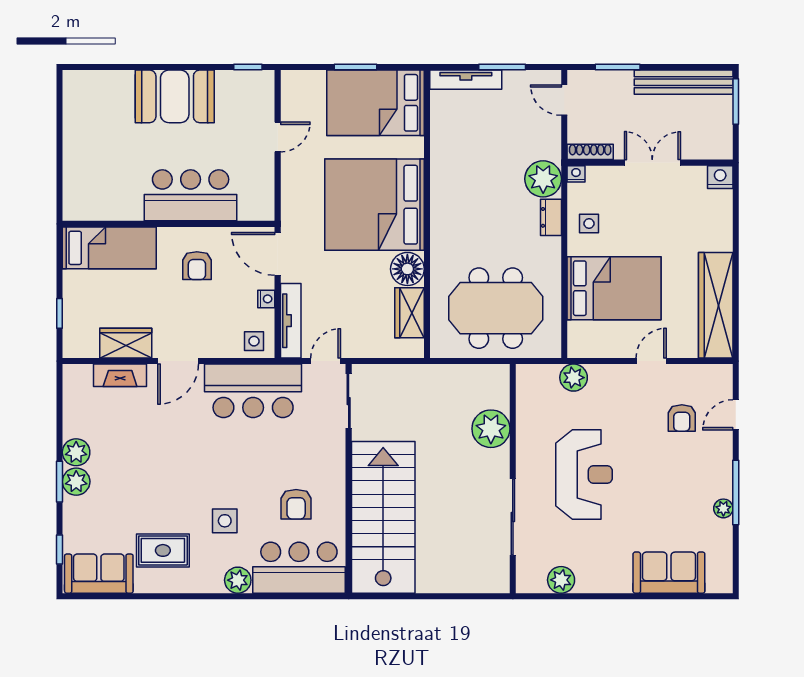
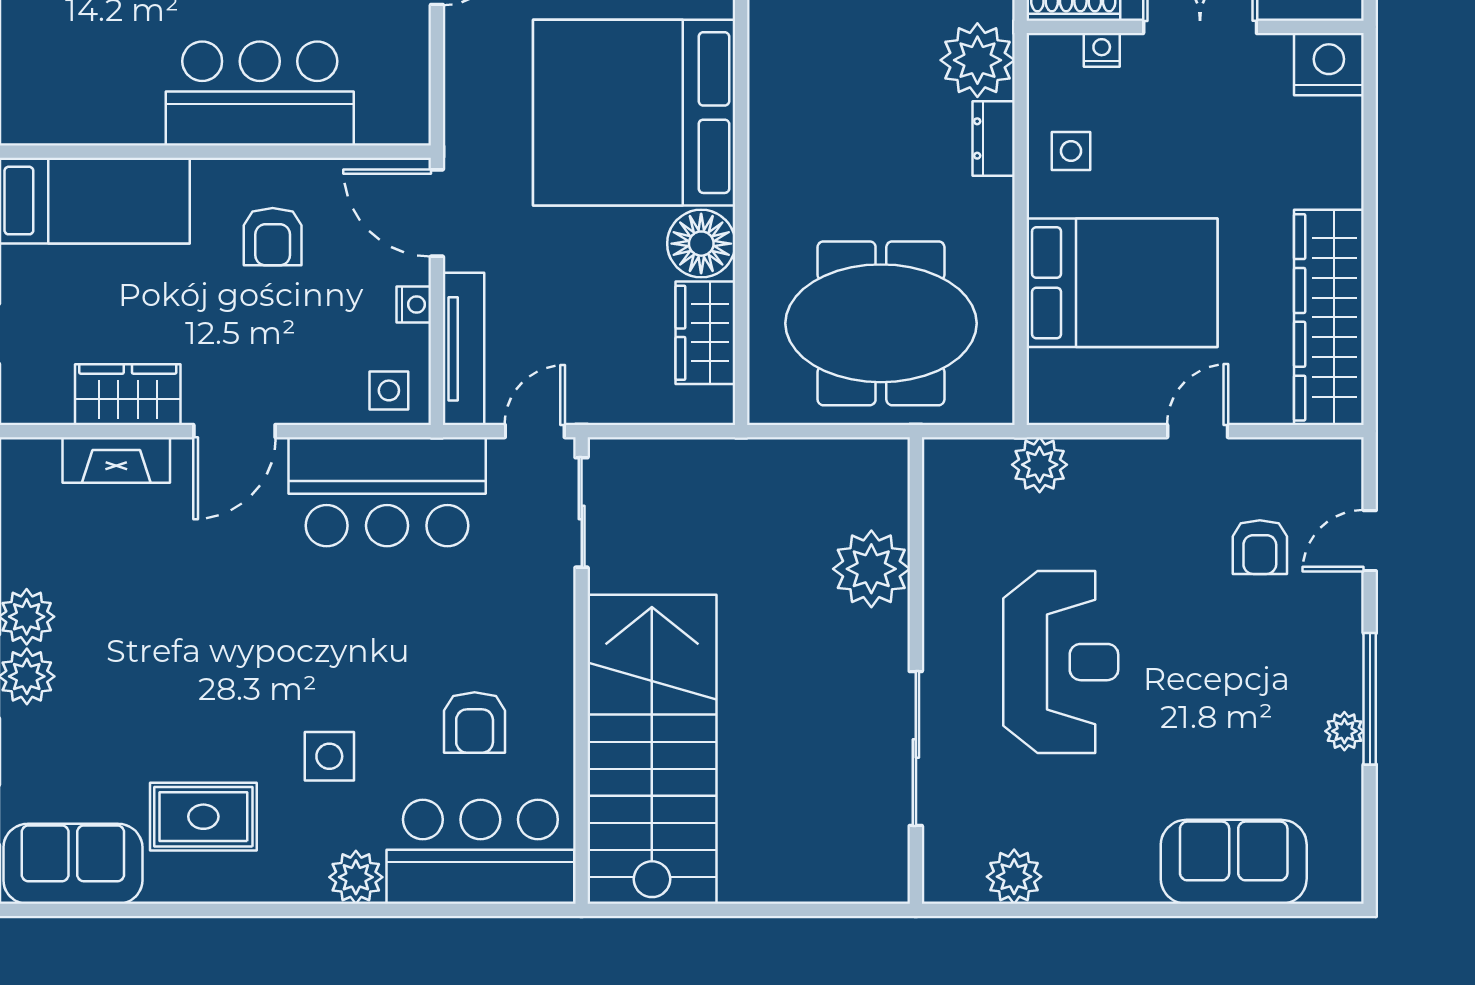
nightstand: (576, 174) -> (1102, 50), moved
nightstand: (720, 177) -> (1329, 64), width x1.36, depth x1.33

